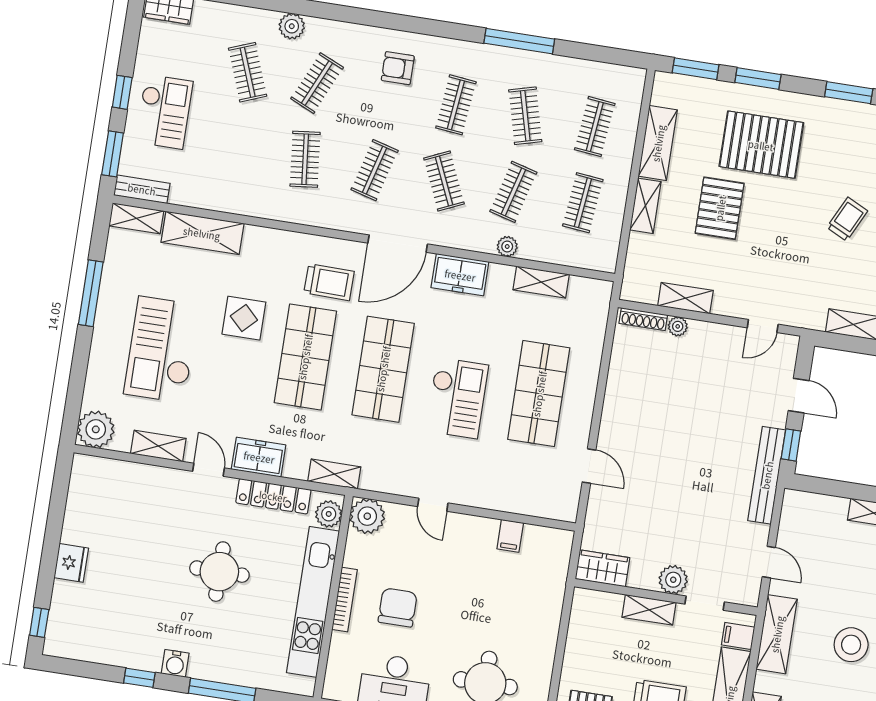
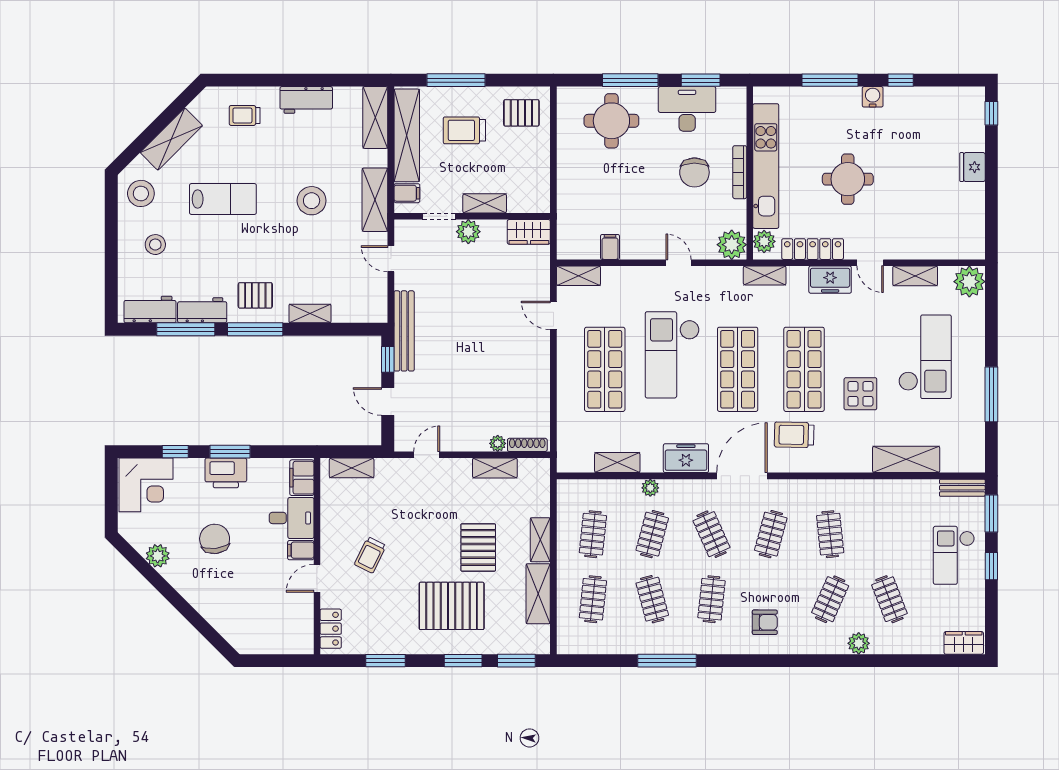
shelving: (136, 218) -> (579, 276), moved
checkout: (457, 398) -> (672, 355), width x1.36, depth x1.21

